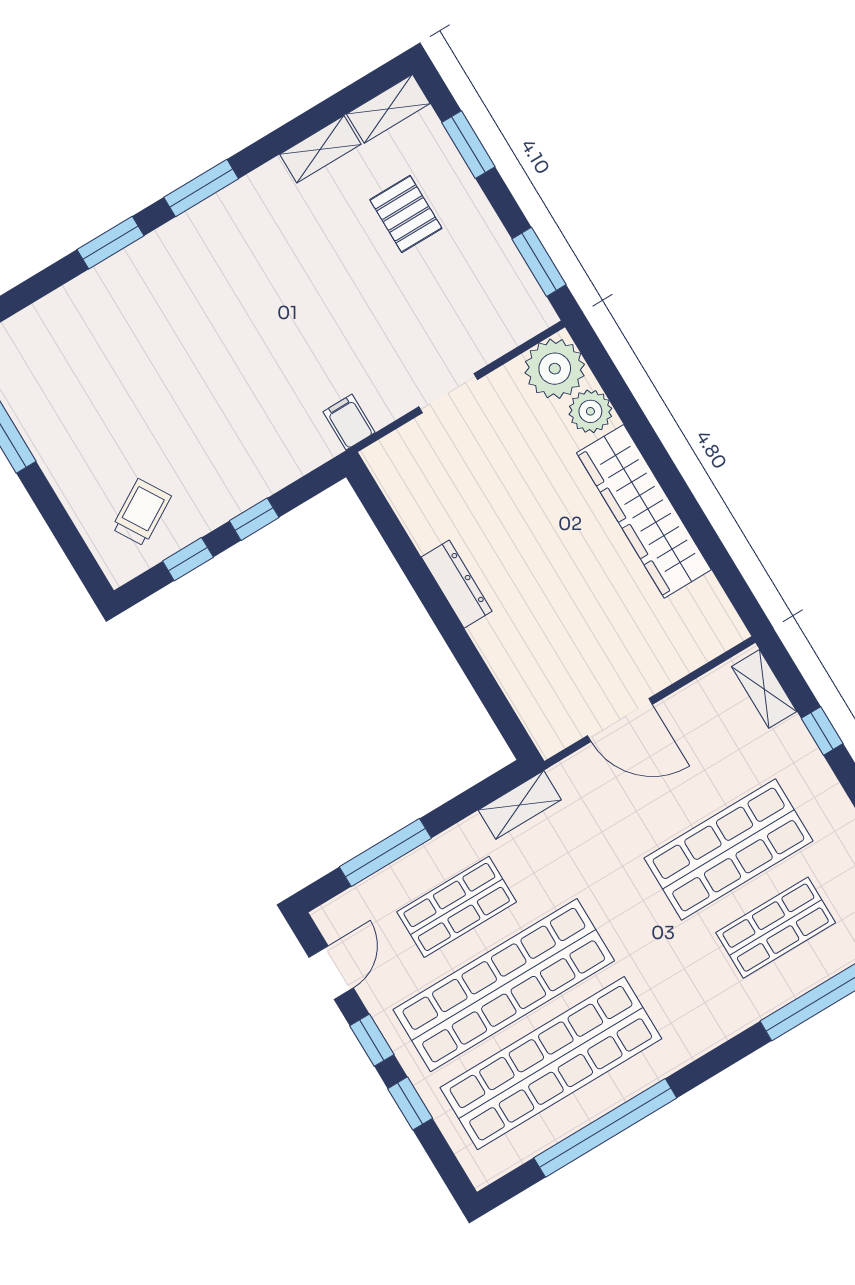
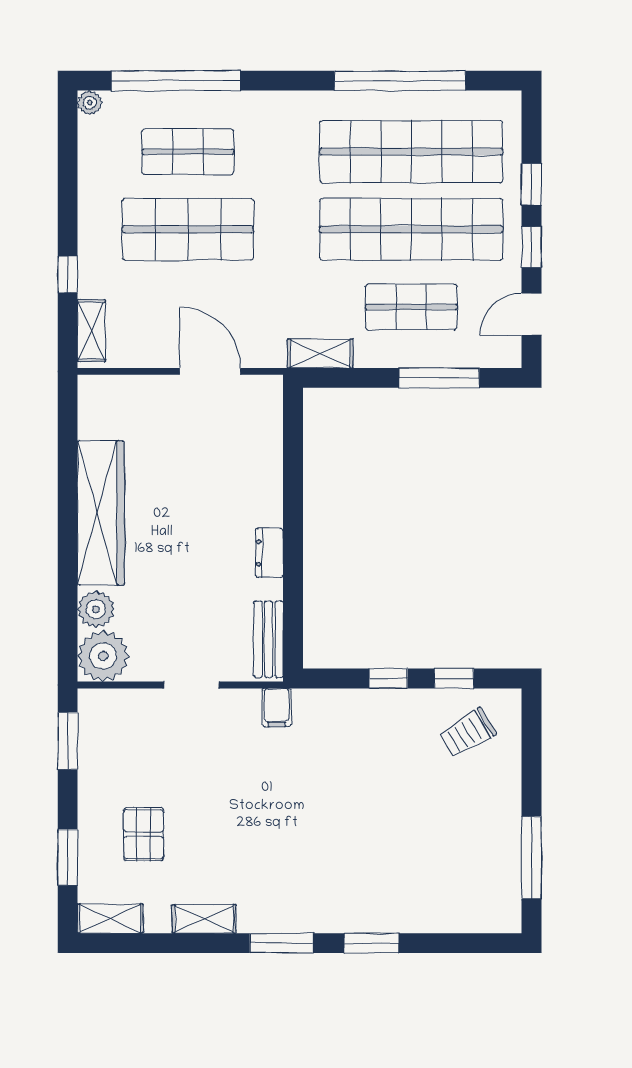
shelving: (320, 149) -> (204, 919), moved
bench: (398, 486) -> (269, 639), added
dresser: (457, 584) -> (269, 553), width x0.70

